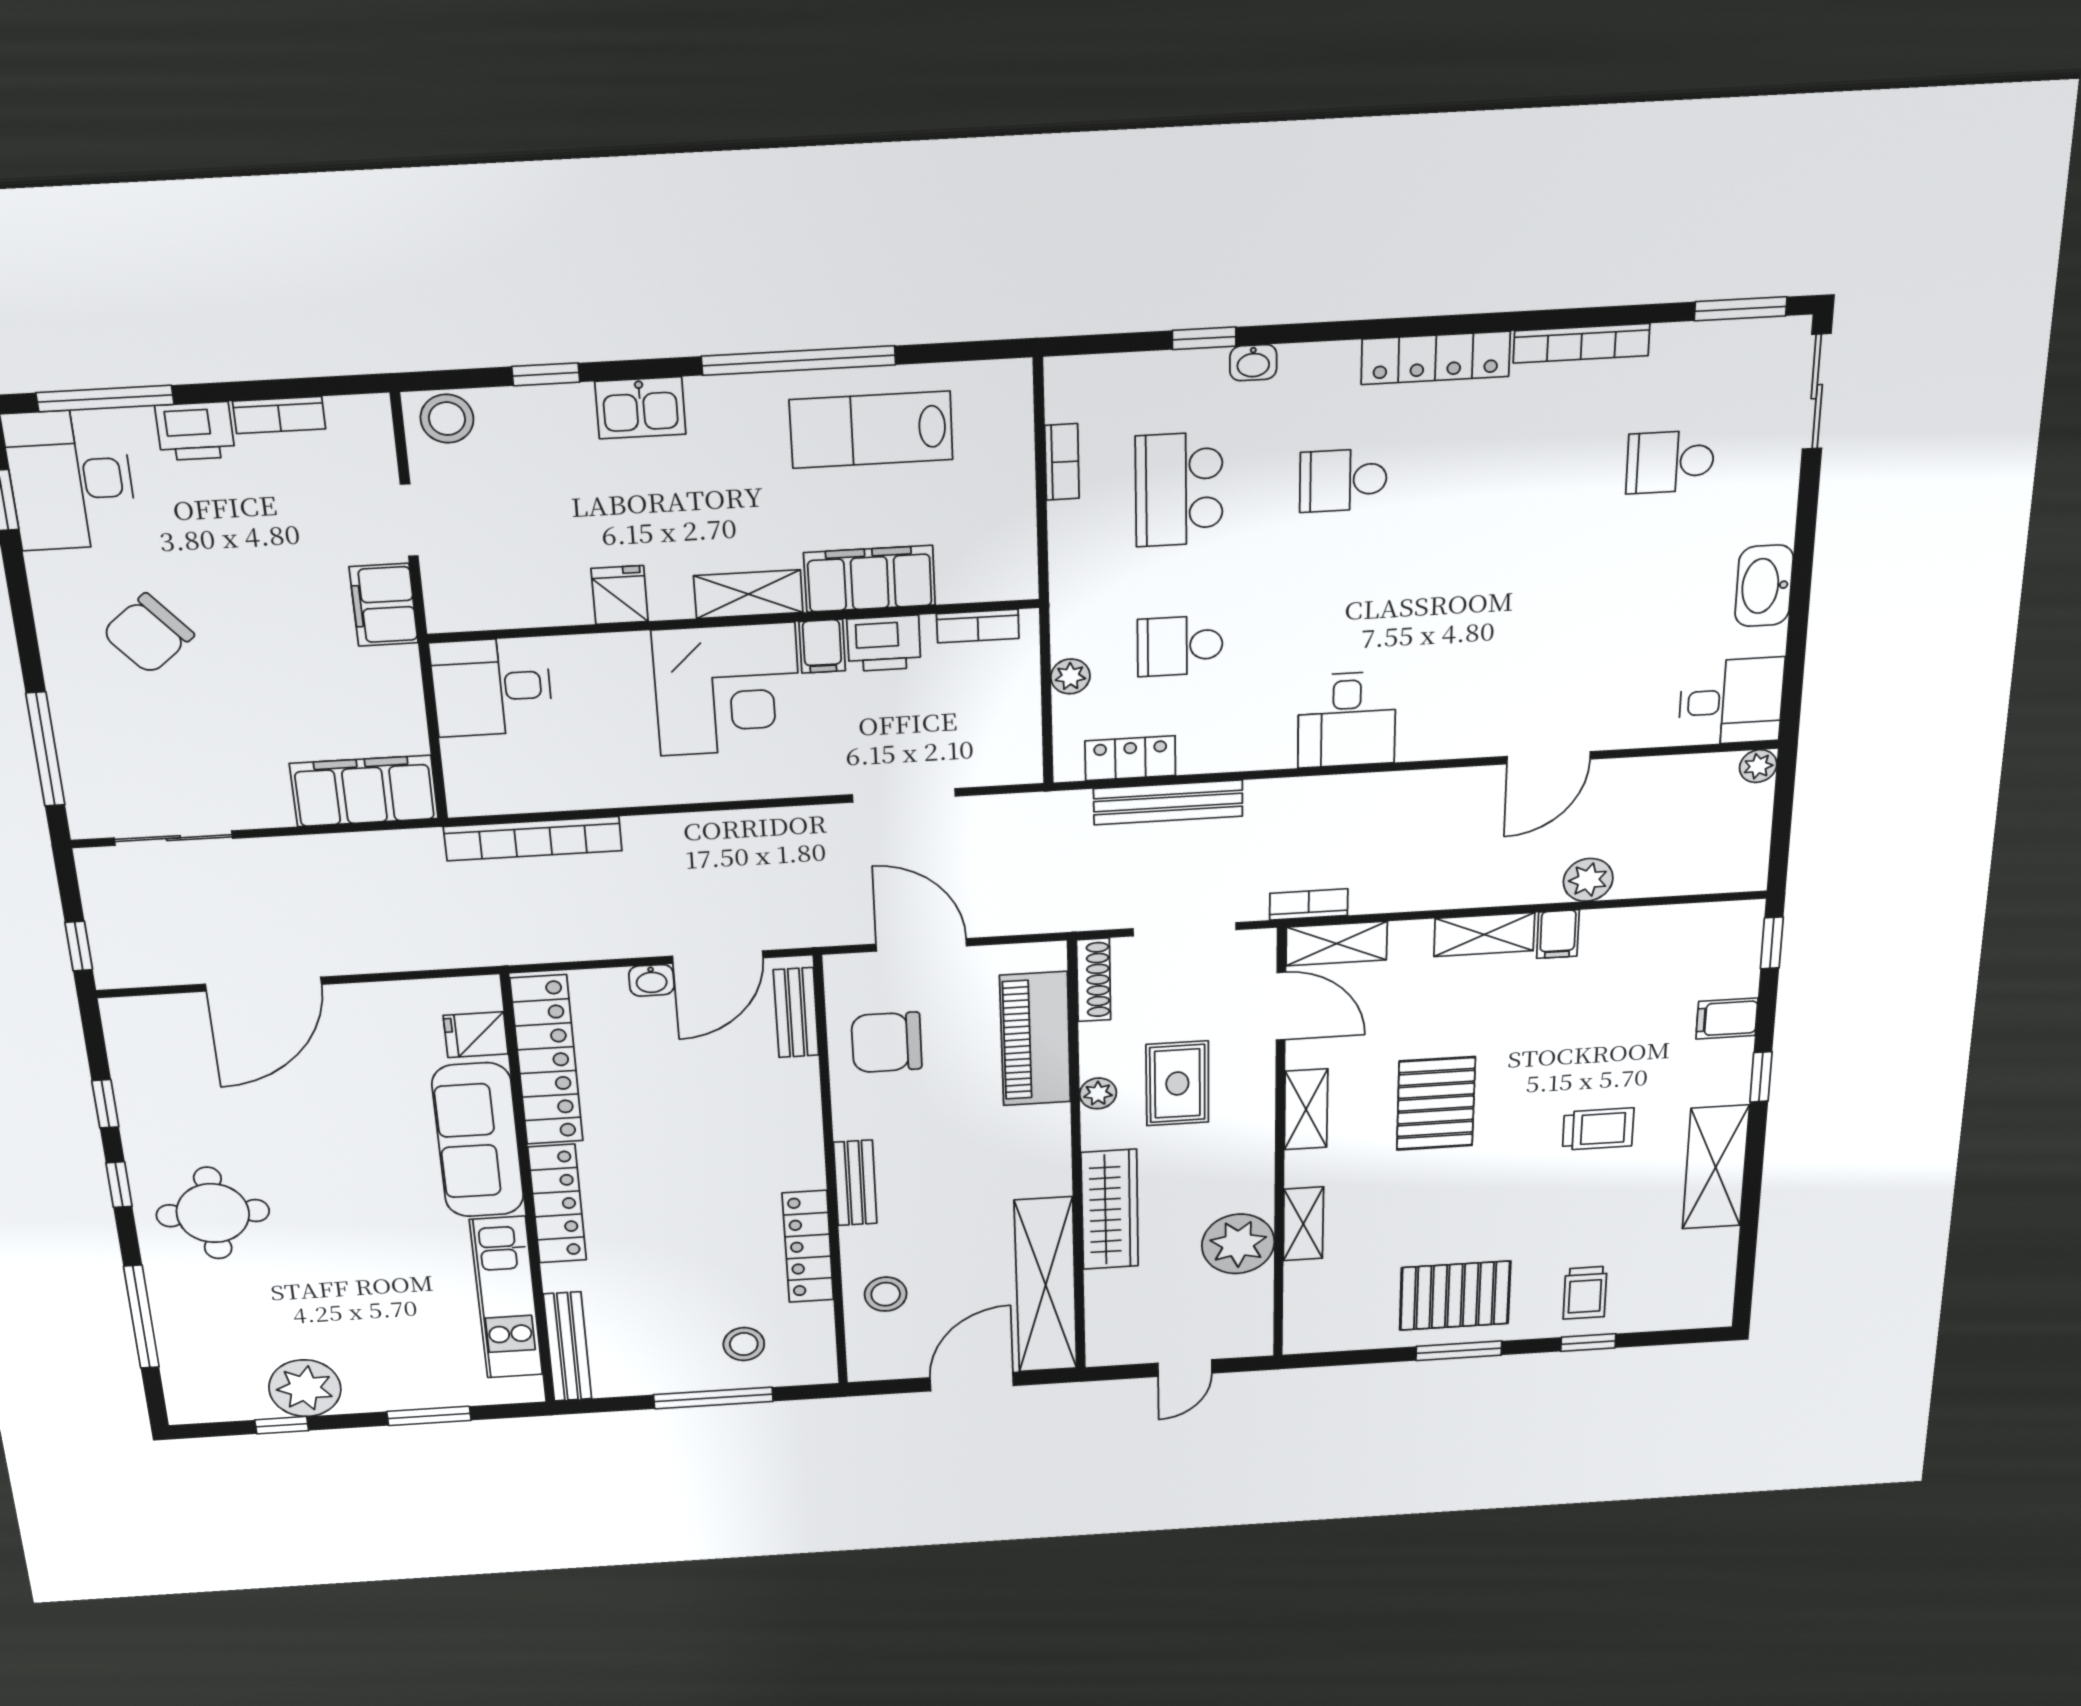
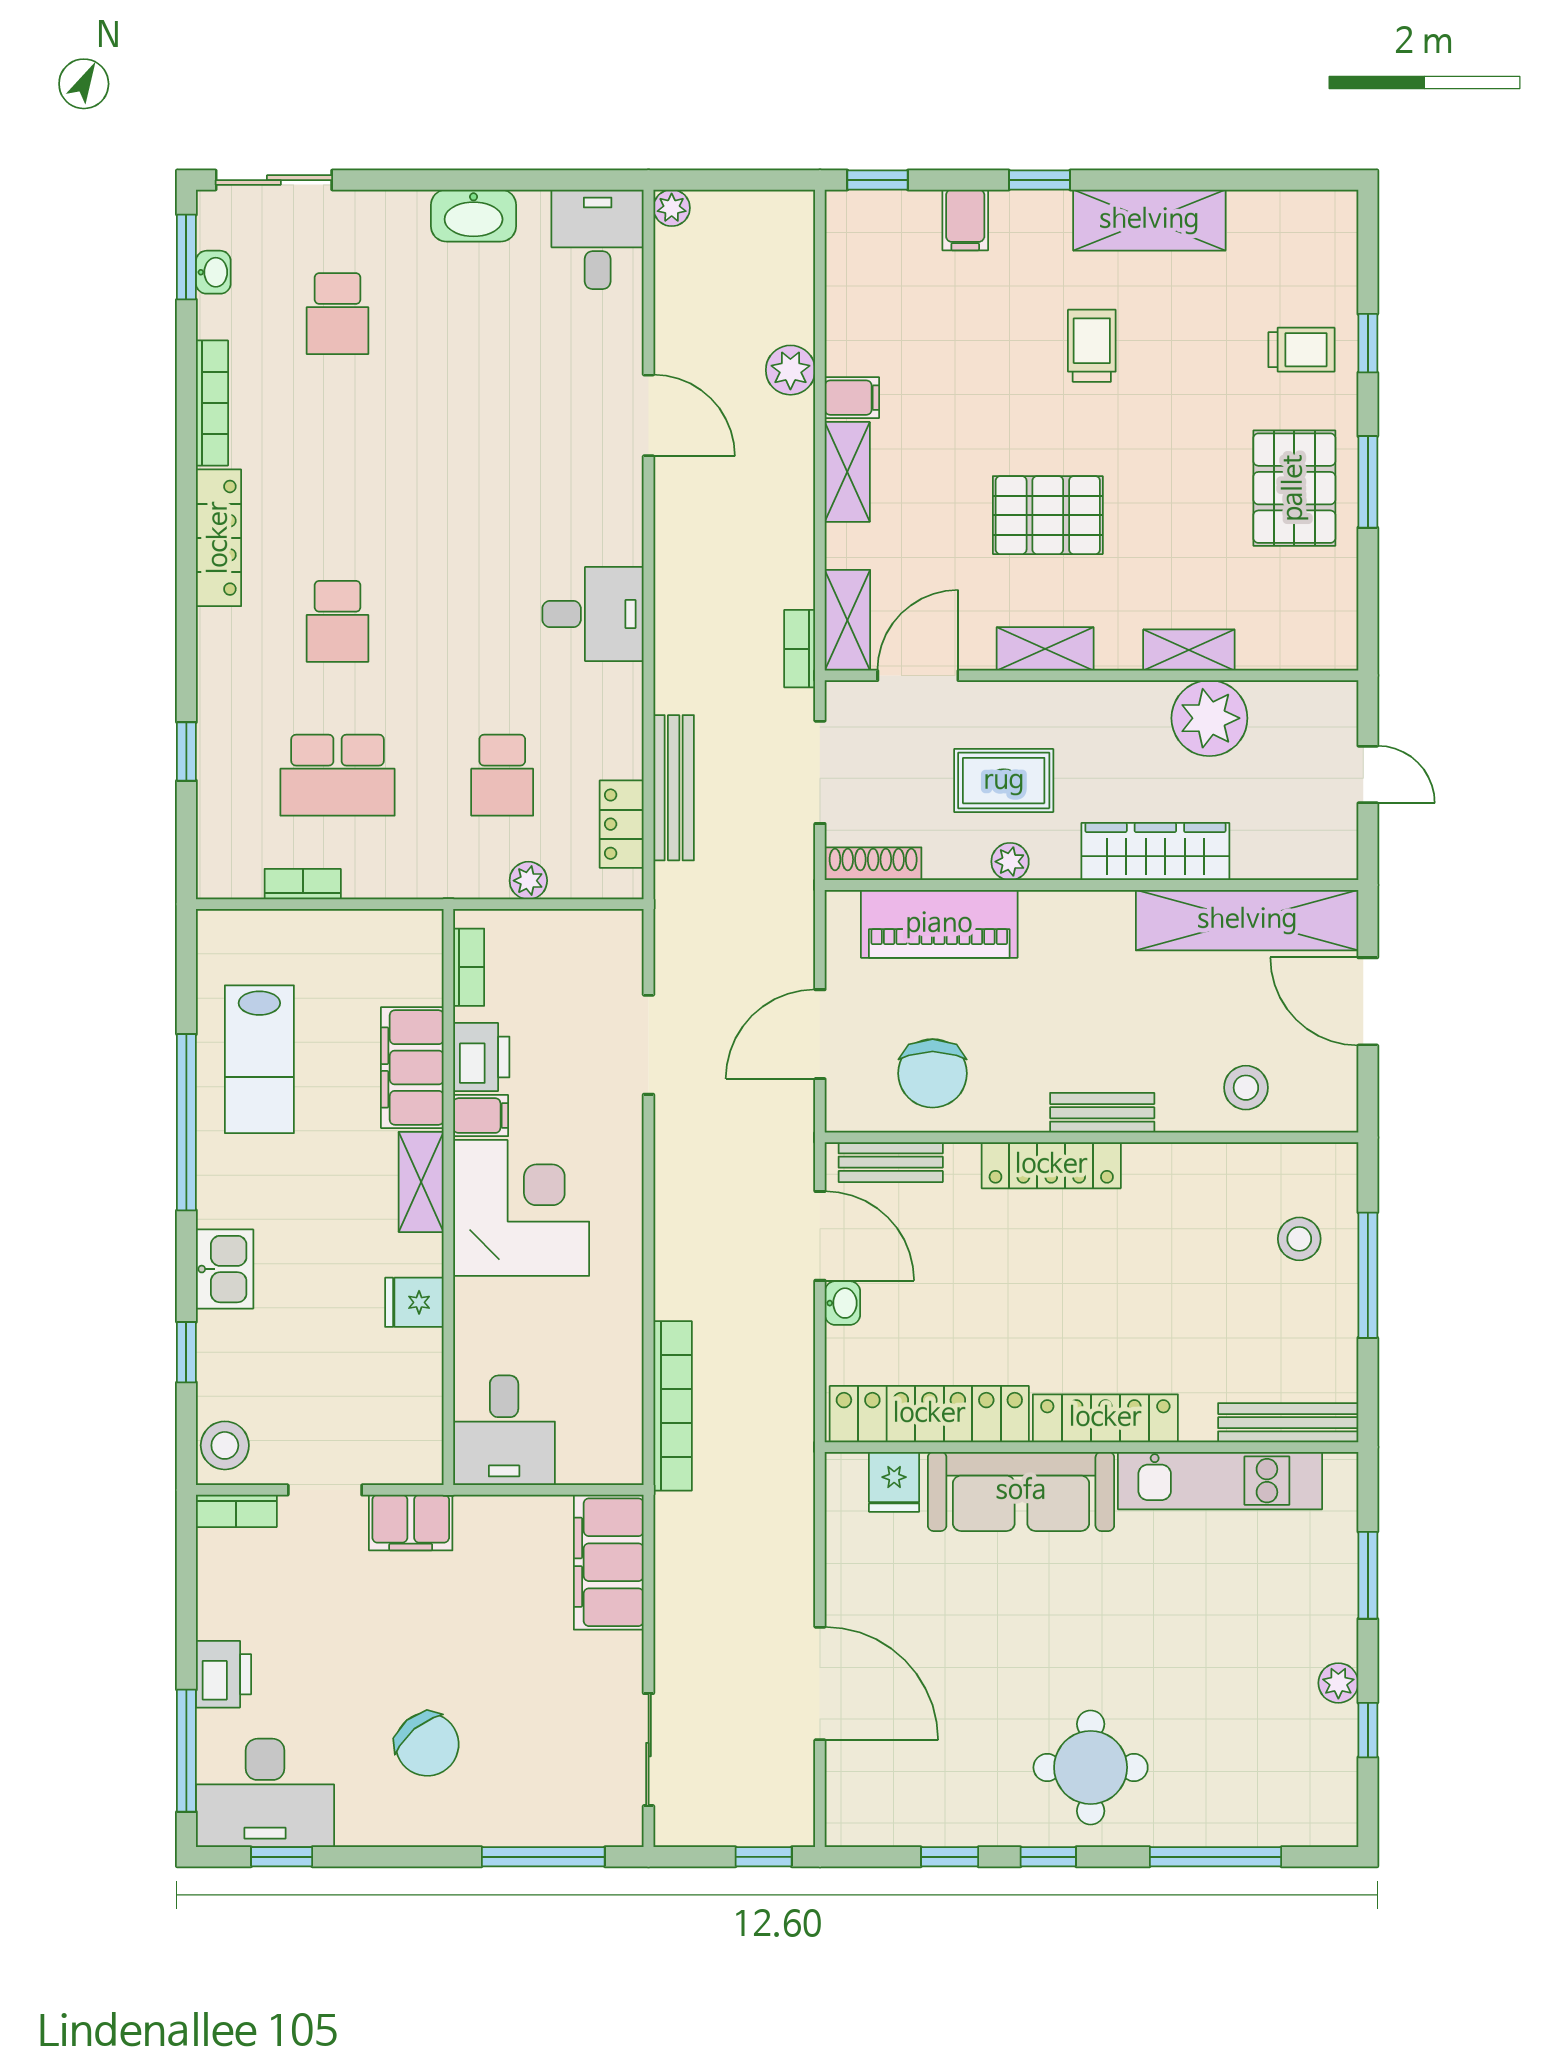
washbasin: (1253, 363) -> (213, 272), moved
bookcase: (279, 415) -> (236, 1511), moved, turned 90
locker: (808, 1247) -> (1051, 1165), moved
plant: (305, 1388) -> (1338, 1683), width x0.53, depth x0.53

